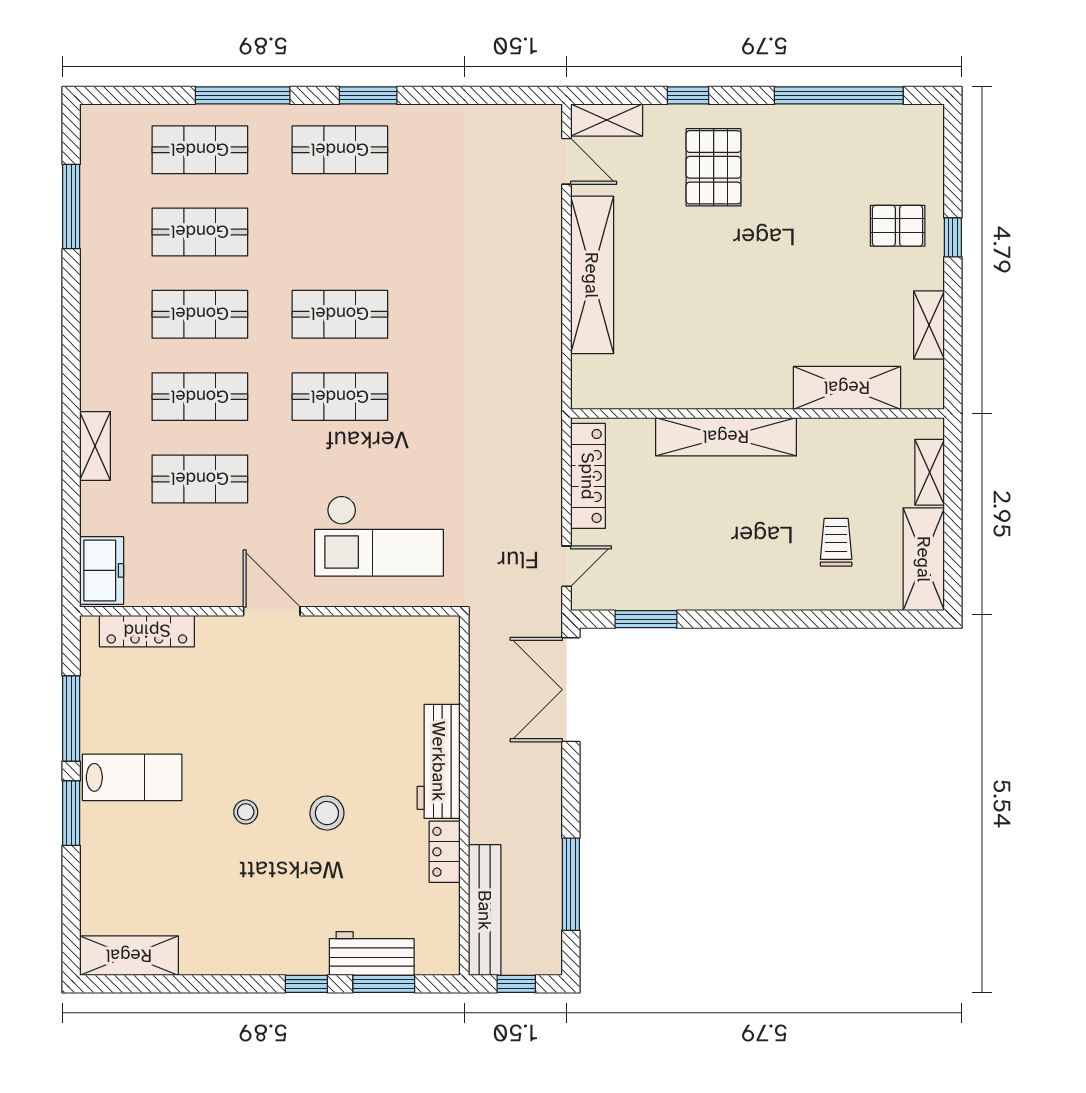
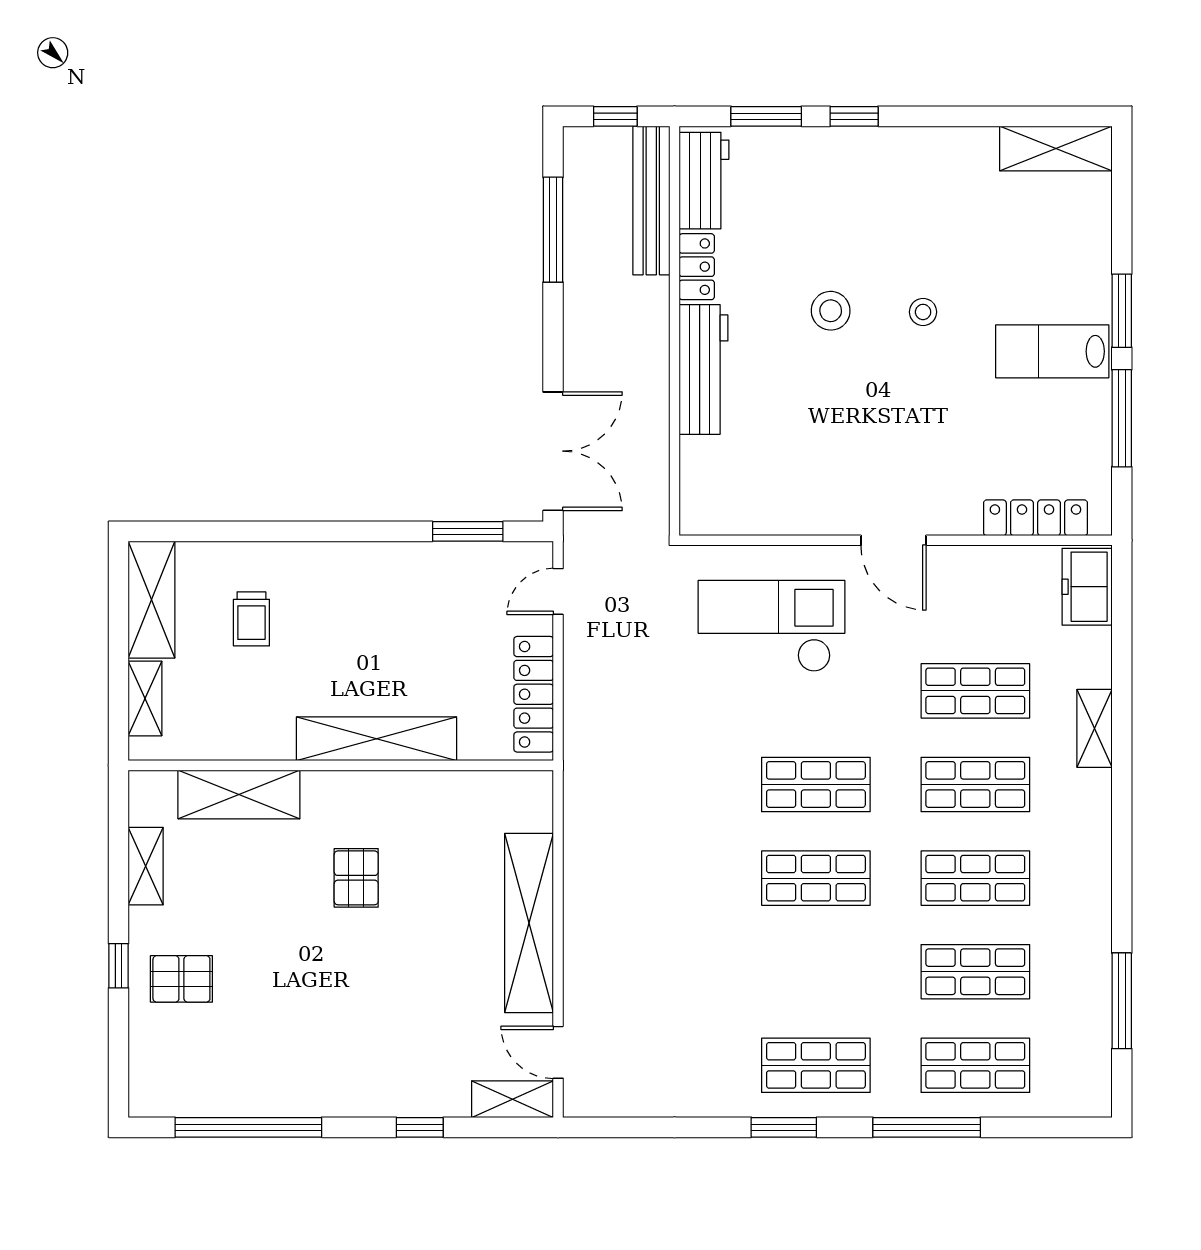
pallet: (714, 167) -> (356, 878), moved, width x0.67, depth x0.71
workbench: (372, 954) -> (704, 181), moved, turned -90

